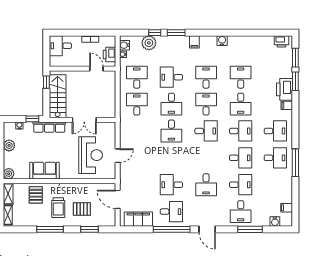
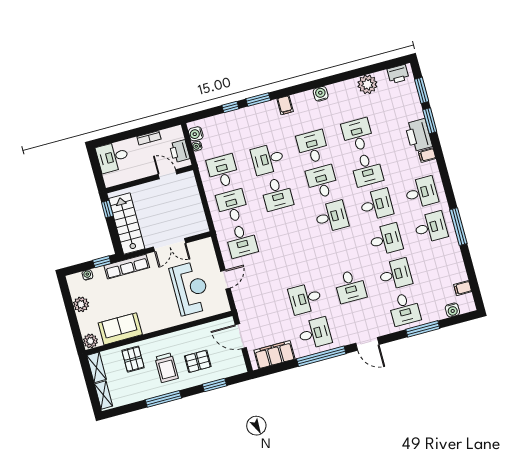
plant: (149, 43) -> (367, 84), moved
desk: (171, 131) -> (242, 241), moved
sofa: (44, 171) -> (120, 329), moved

